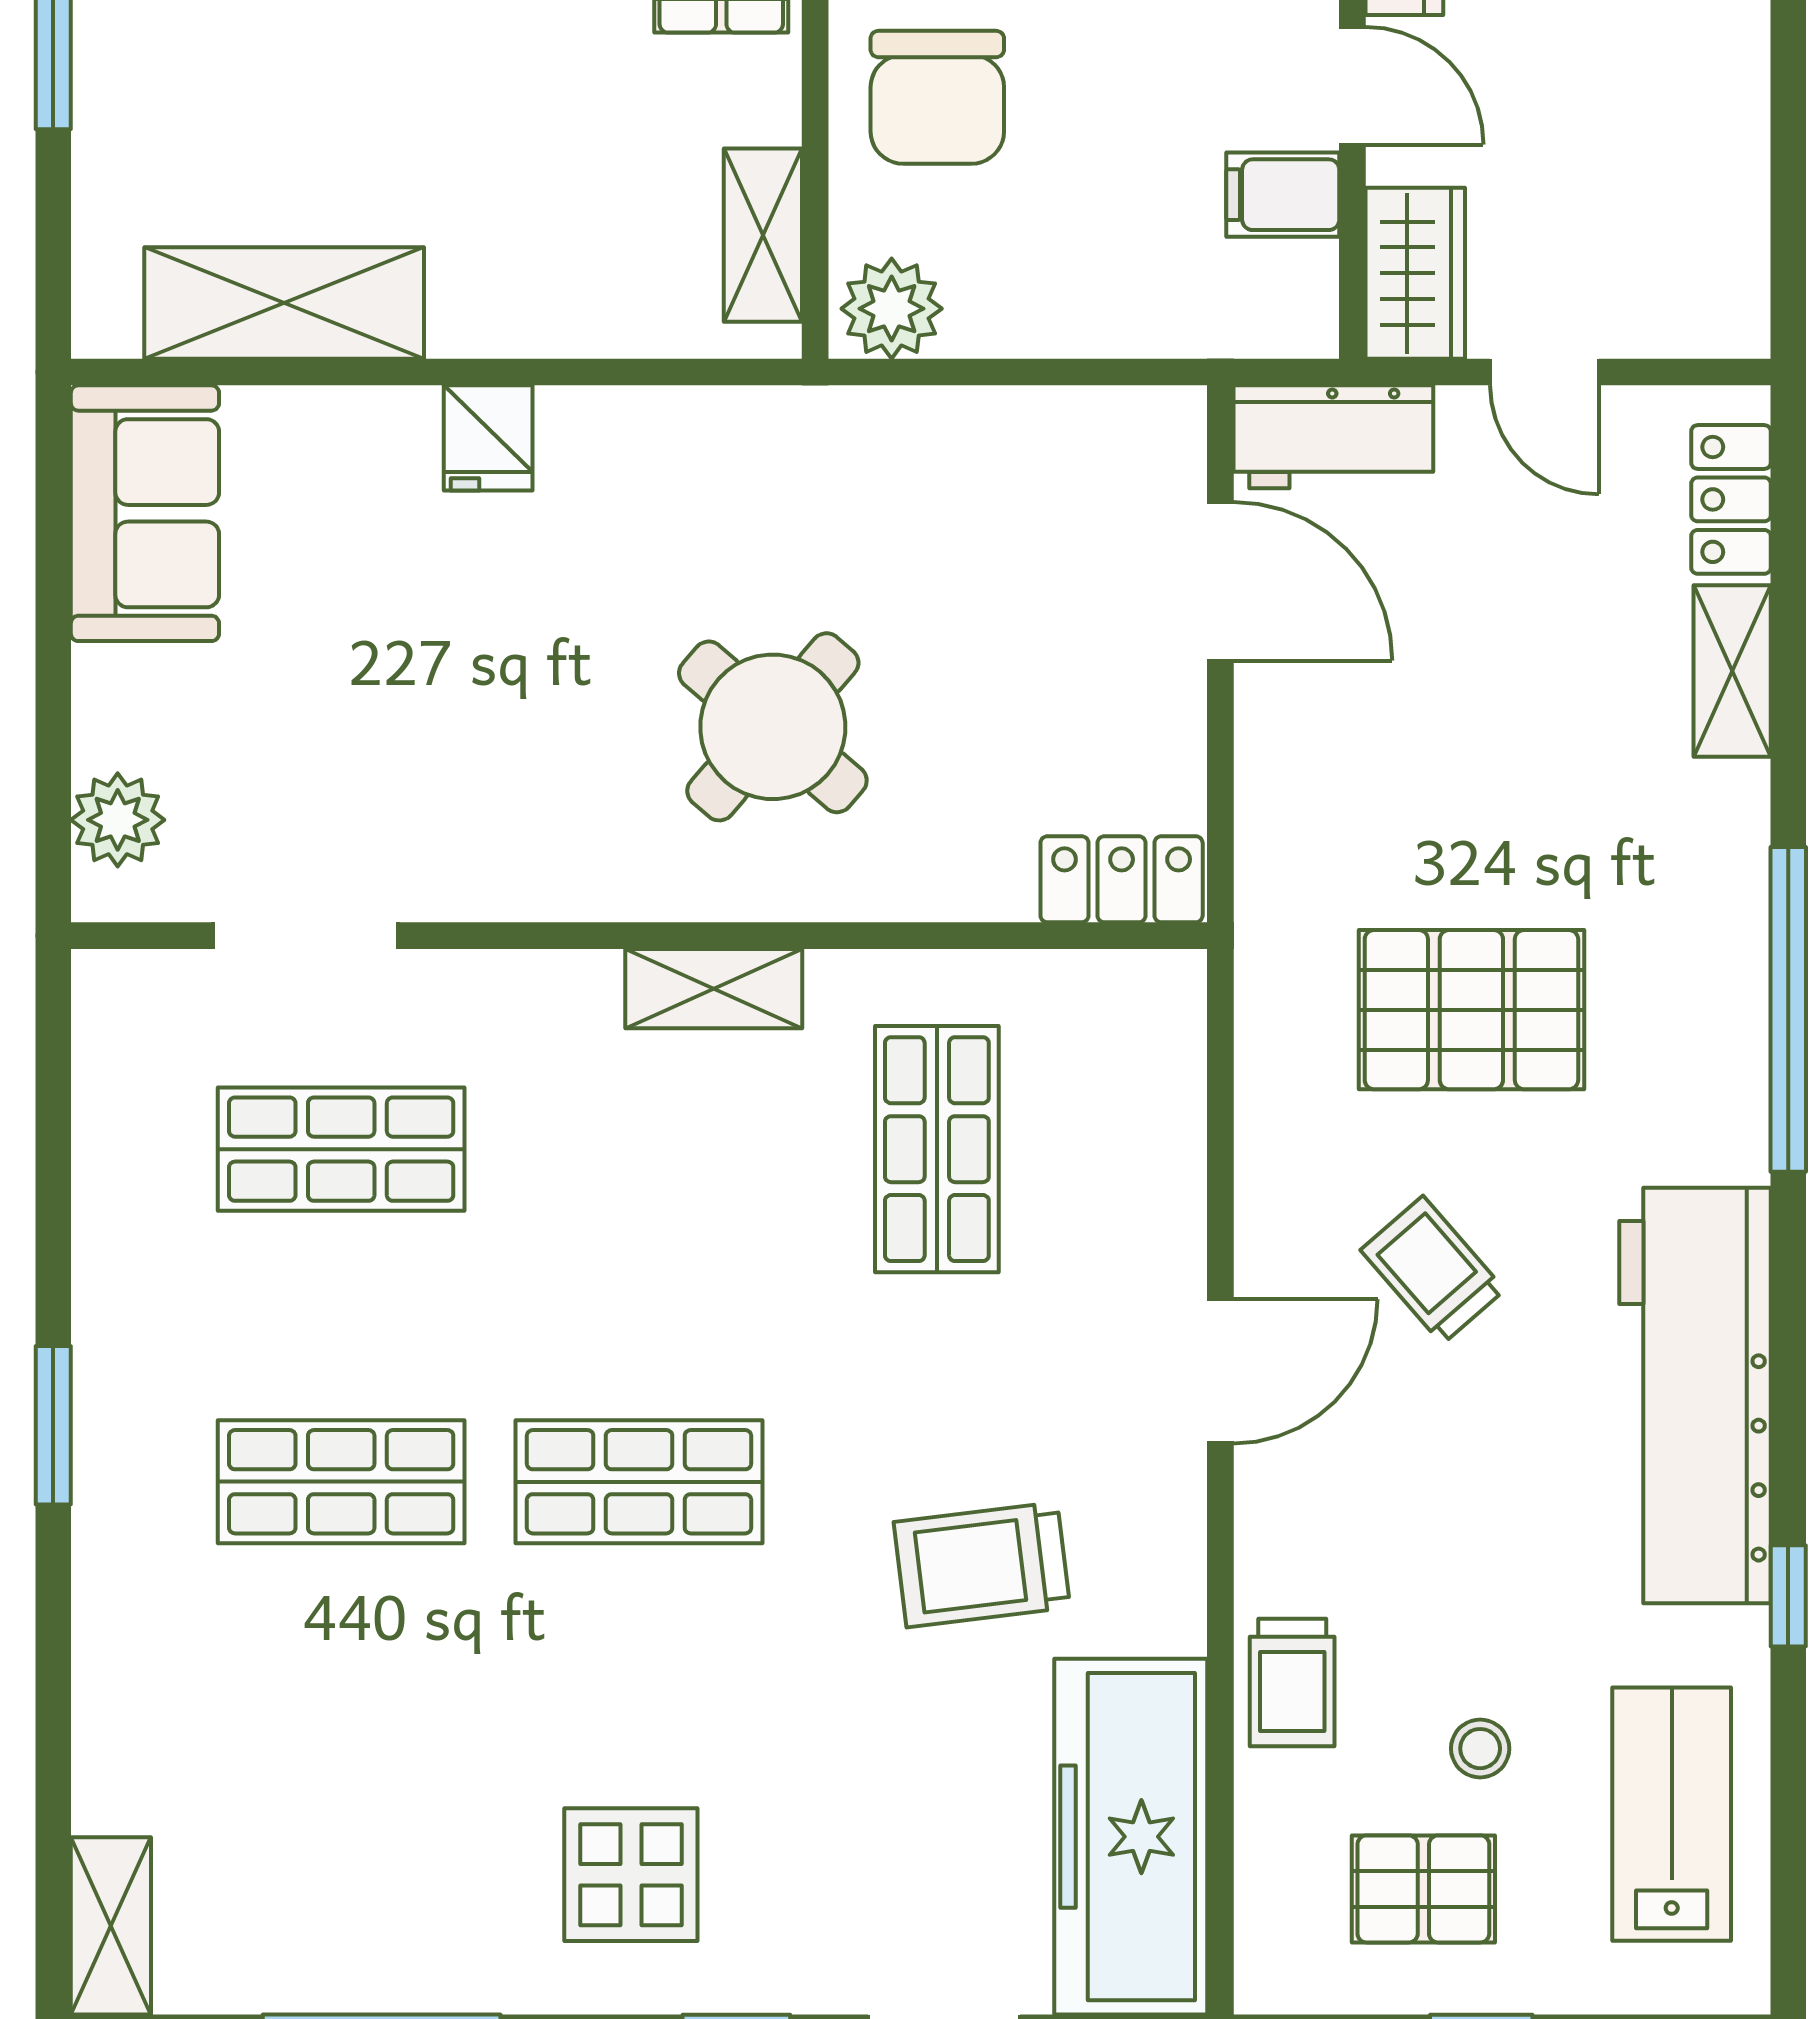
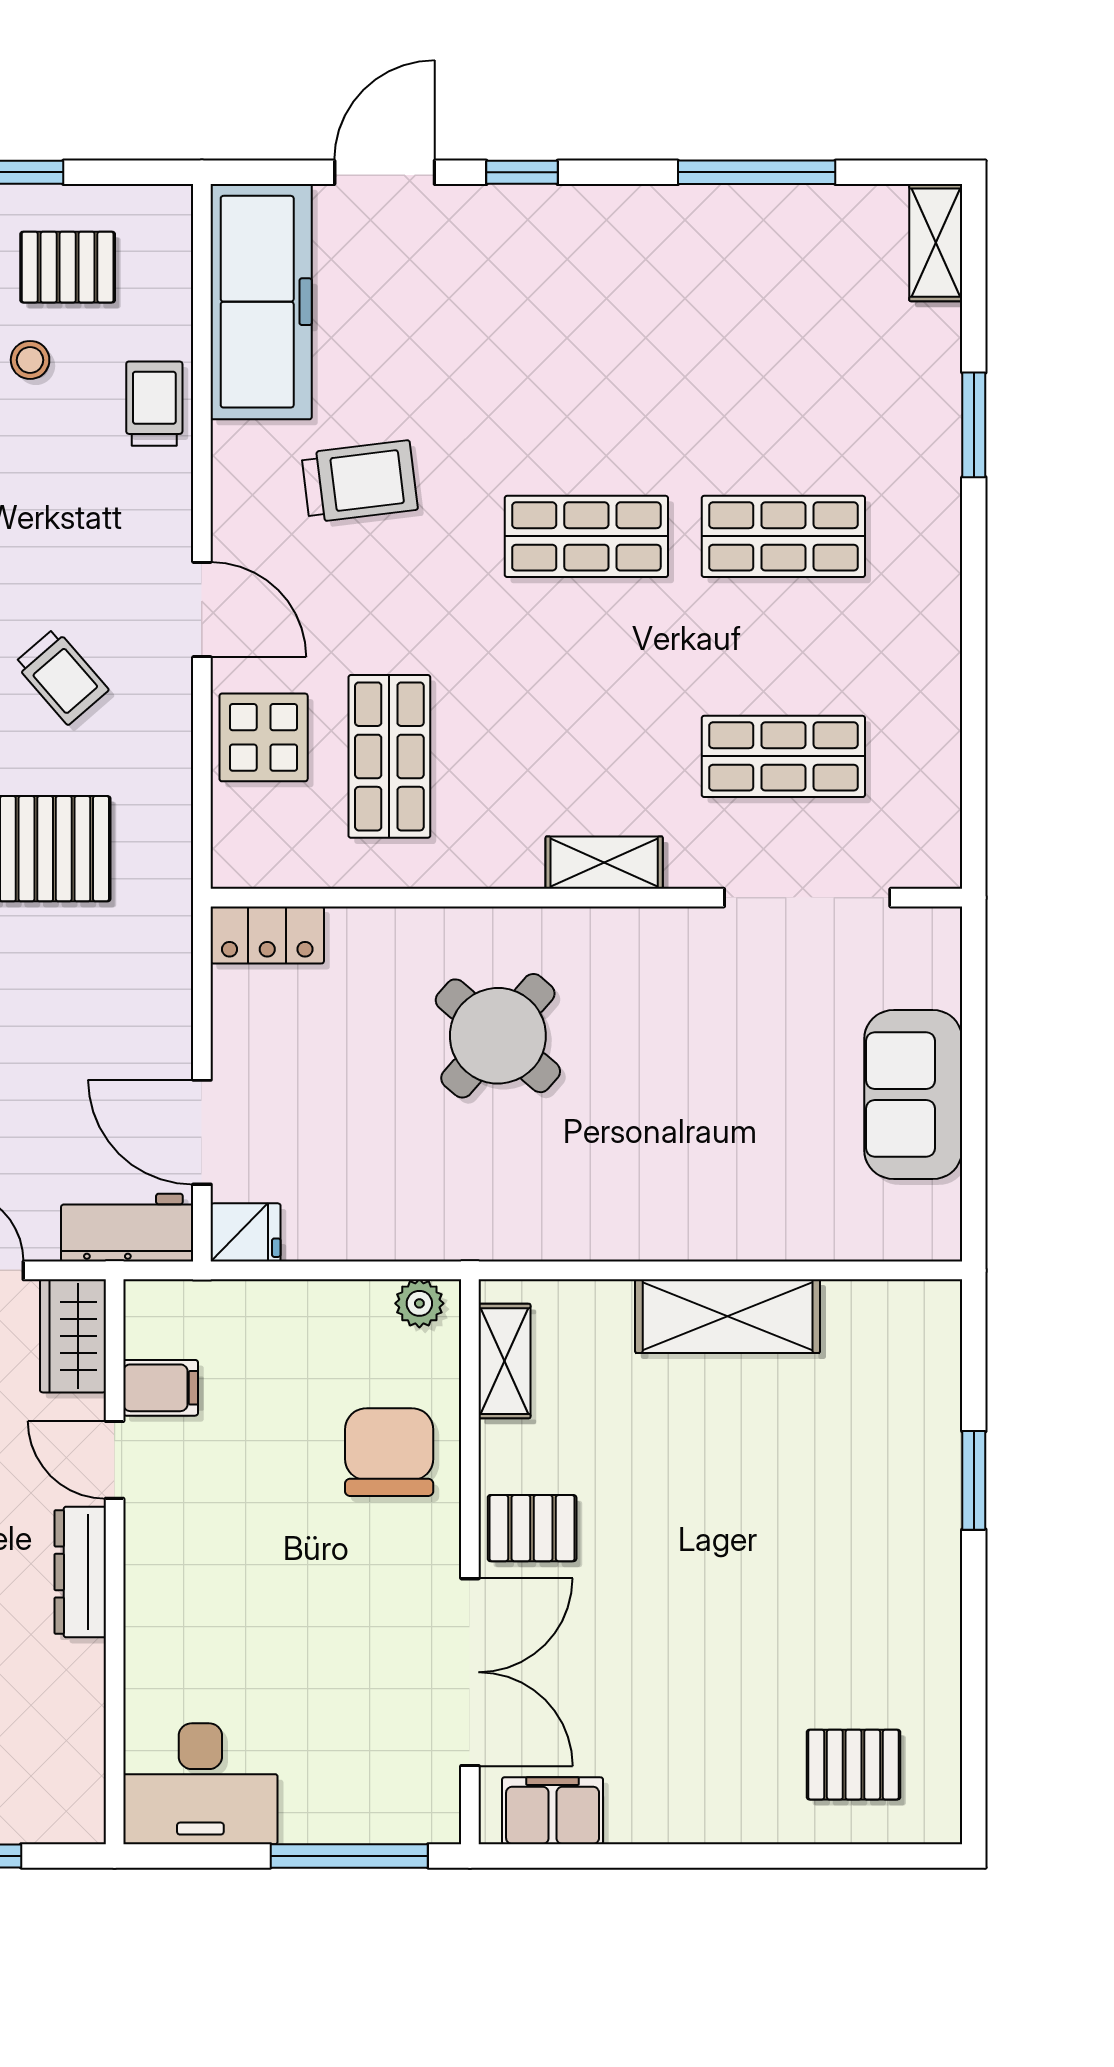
shelving: (284, 303) -> (728, 1316), moved
plant: (892, 309) -> (419, 1303), width x0.73, depth x0.73
fridge: (488, 438) -> (246, 1232), moved, turned 90
sofa: (145, 513) -> (913, 1095), moved
plant: (118, 820) -> (931, 974), removed
doorway: (305, 936) -> (807, 898), width x1.36
shelving: (714, 989) -> (604, 863), moved
door: (1220, 1371) -> (202, 610), swing flipped
window: (53, 1425) -> (974, 425), moved
display table: (631, 1875) -> (264, 737), moved

